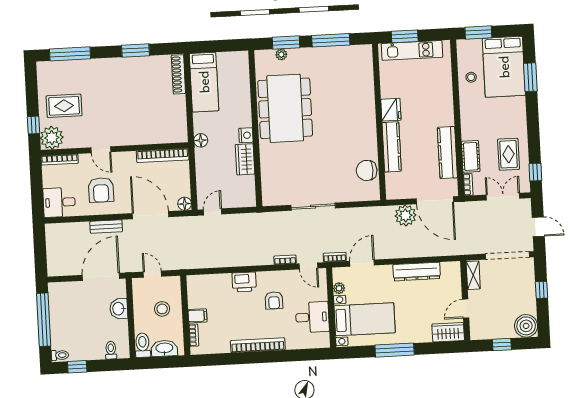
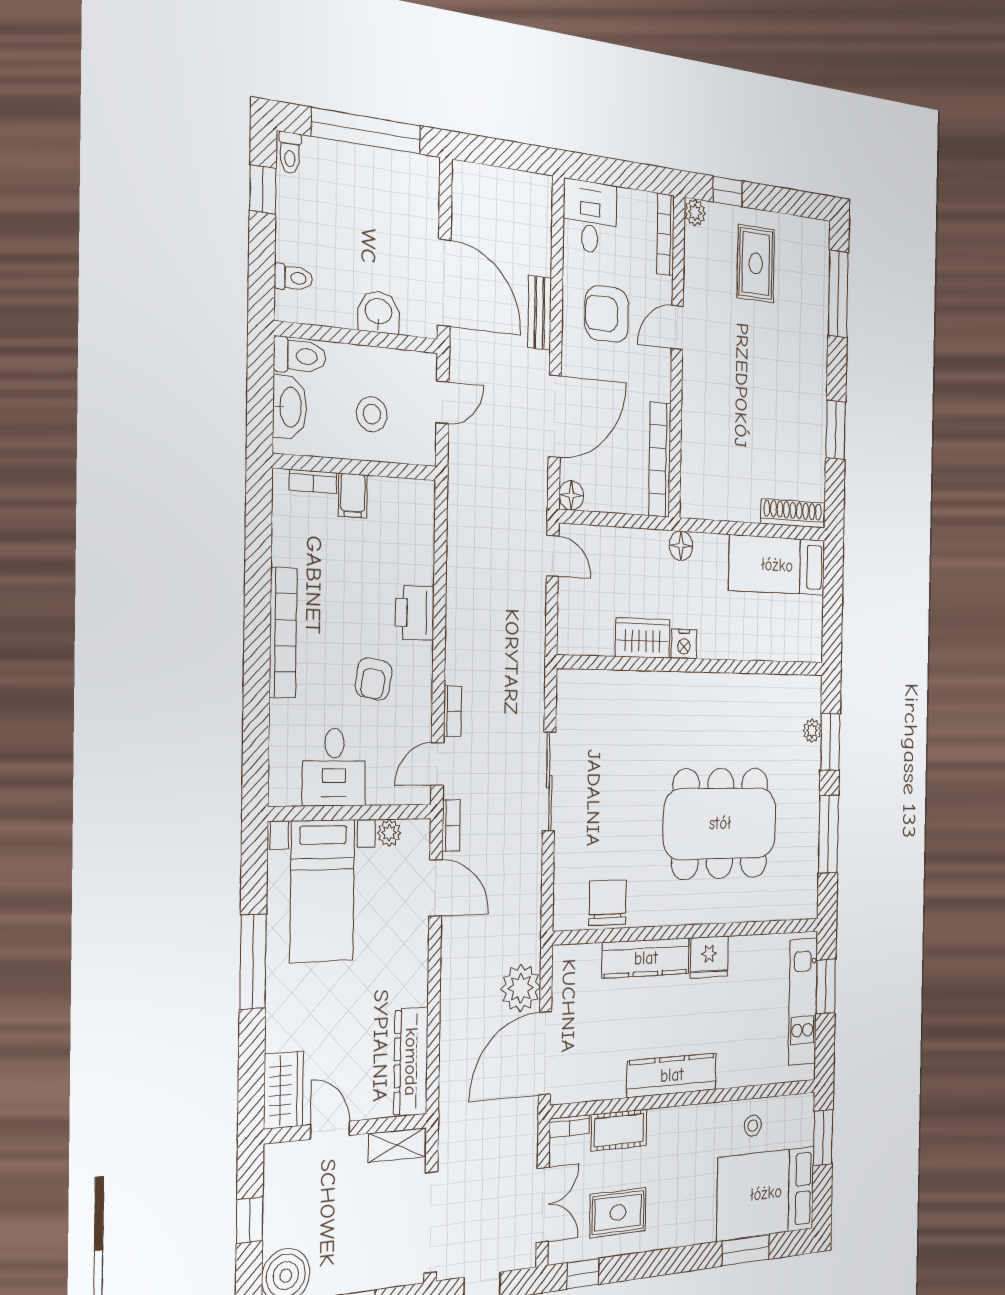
dining table: (285, 108) -> (720, 823), moved
plant: (52, 138) -> (695, 212), width x0.53, depth x0.53
kitchen counter: (447, 152) -> (672, 1075), moved
dresser: (417, 272) -> (411, 1062), moved
armchair: (274, 300) -> (374, 679), turned -81

